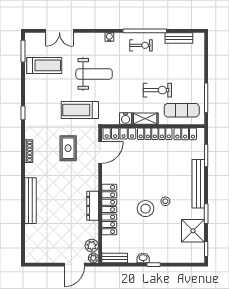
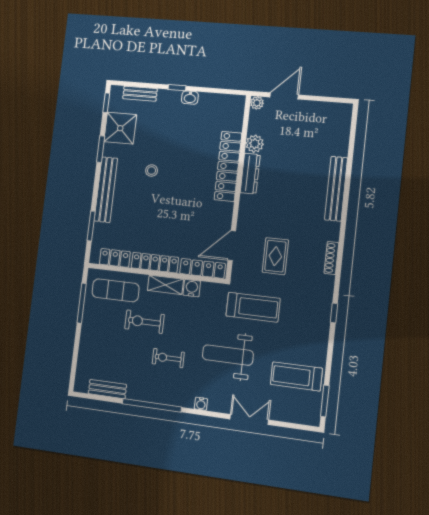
double door: (59, 31) -> (249, 419), moved
exercise bike: (141, 45) -> (168, 358), moved
stool: (146, 209) -> (179, 163), removed
plant: (92, 246) -> (255, 144), moved
bench: (115, 258) -> (140, 94), moved

